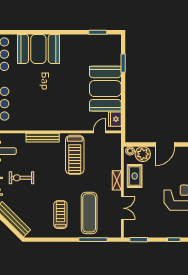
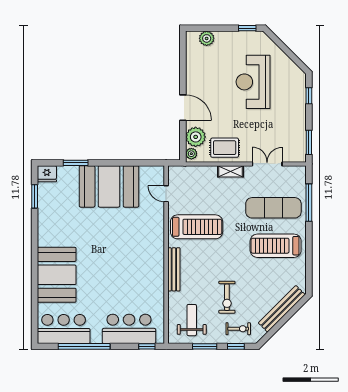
fridge: (115, 119) -> (47, 174), moved
treadmill: (60, 215) -> (276, 246), width x1.37, depth x1.38

